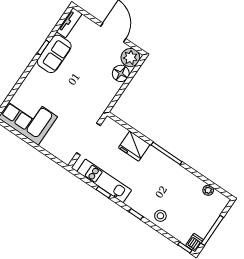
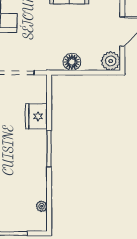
floor lamp: (121, 73) -> (72, 62), moved

